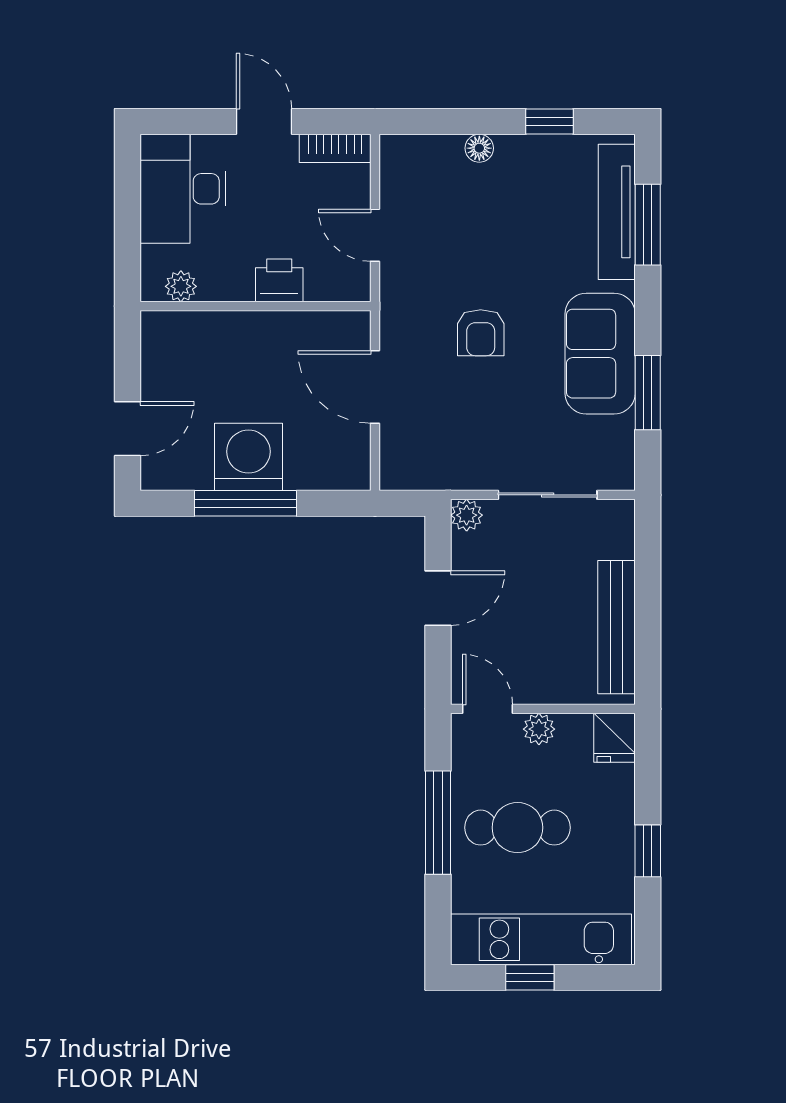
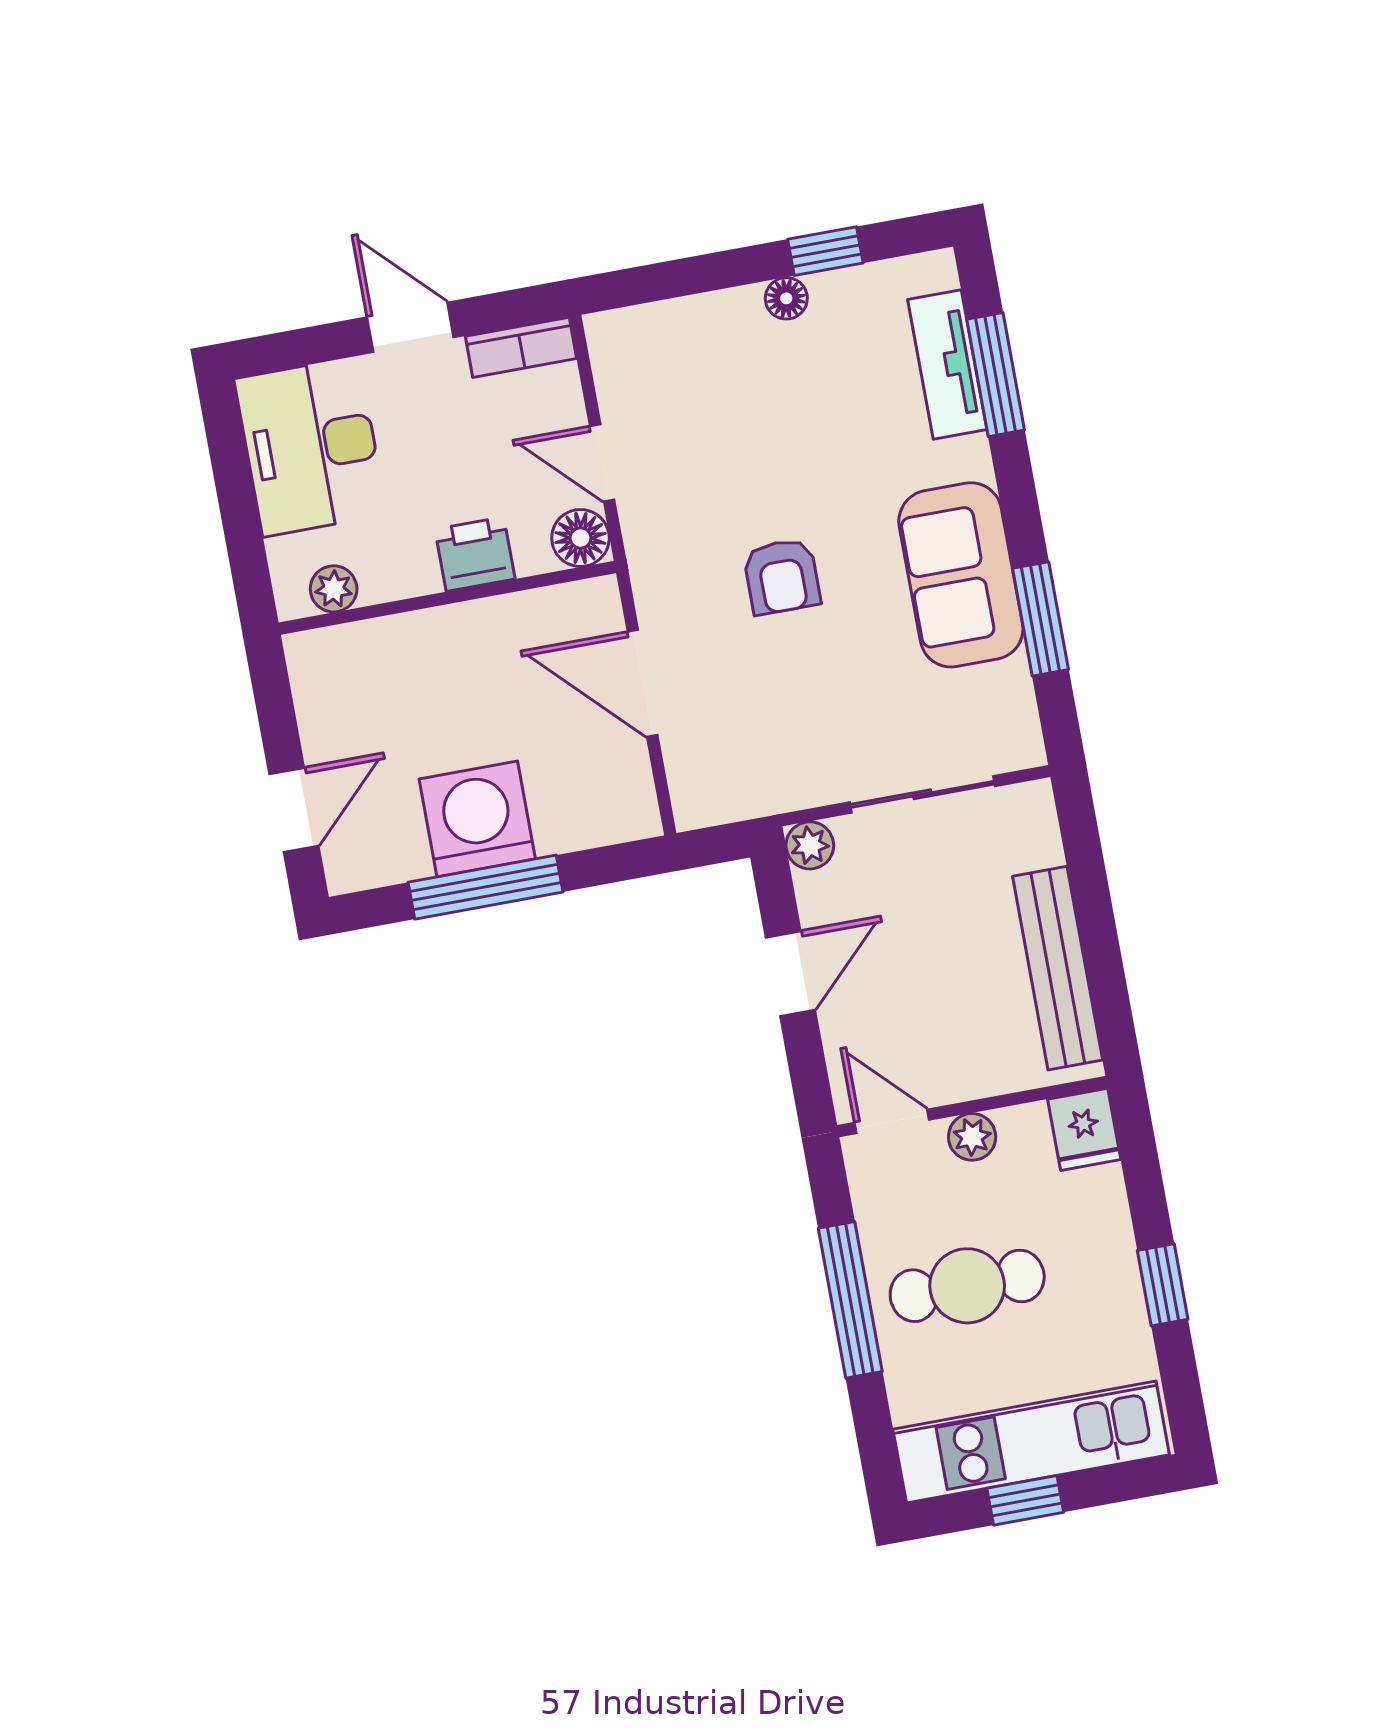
floor lamp: (479, 148) -> (786, 298), moved
tv unit: (617, 212) -> (947, 364), width x0.71
floor lamp: (351, 283) -> (580, 538), added

